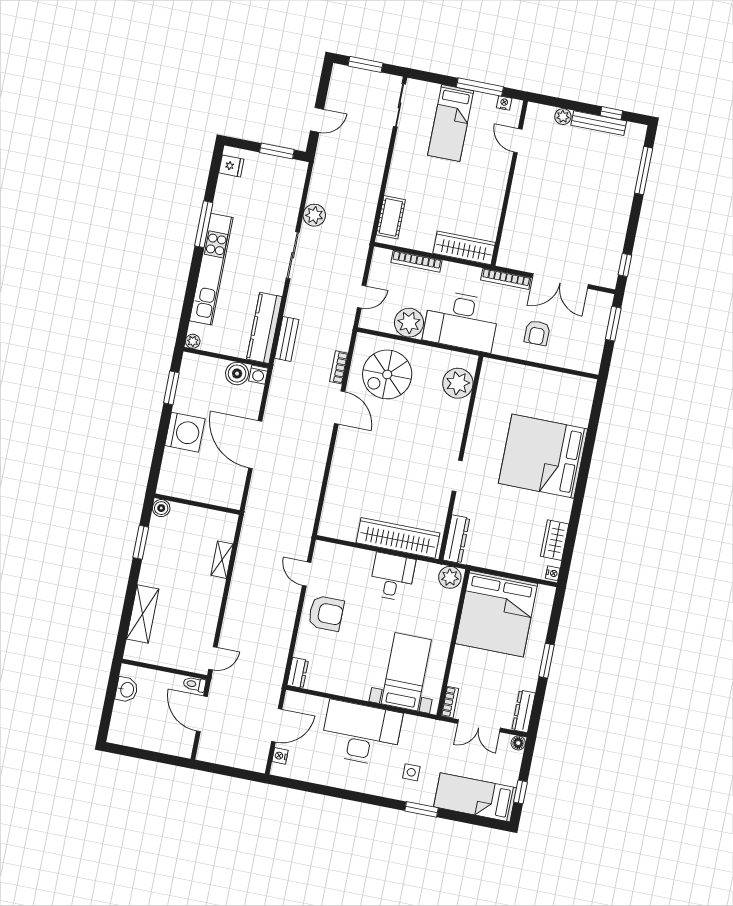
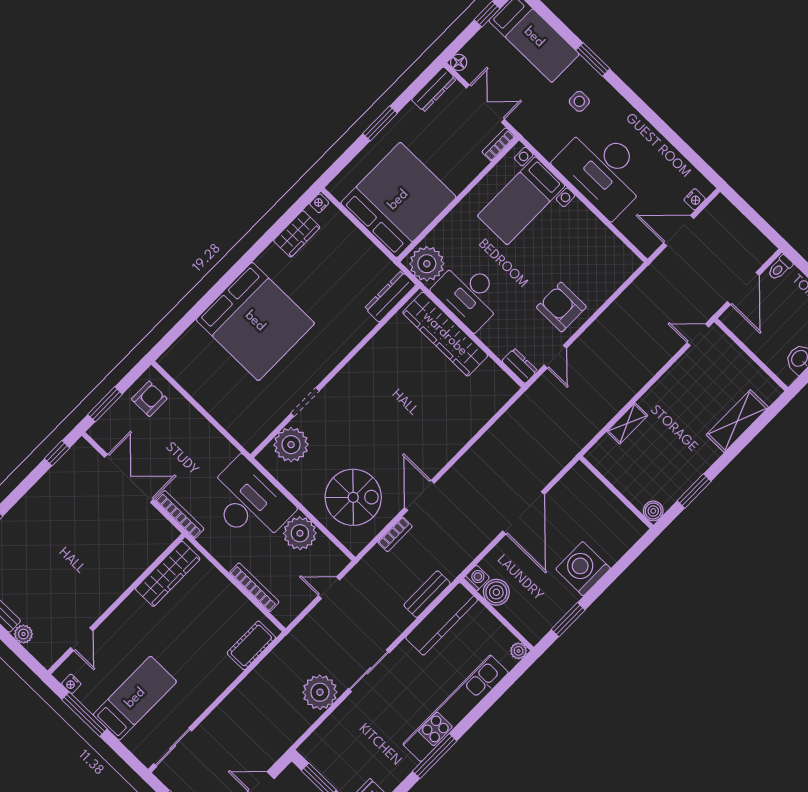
plant: (314, 215) -> (320, 692), width x1.36, depth x1.36
wardrobe: (464, 248) -> (168, 574), moved, turned -90
armchair: (537, 333) -> (149, 399), moved
doorway: (457, 476) -> (305, 402), moved
desk: (392, 577) -> (469, 294), width x1.37
plant: (450, 577) -> (427, 264), width x1.36, depth x1.36
dresser: (298, 673) -> (520, 366), moved, turned 90
toilet: (194, 684) -> (780, 268), moved, turned 90

